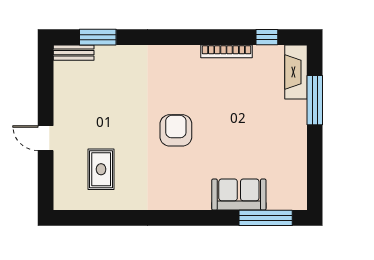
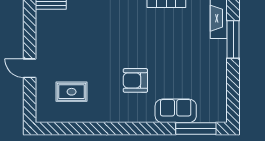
armchair: (176, 130) -> (135, 80), moved, turned -90
rug: (101, 169) -> (72, 92), turned 90

